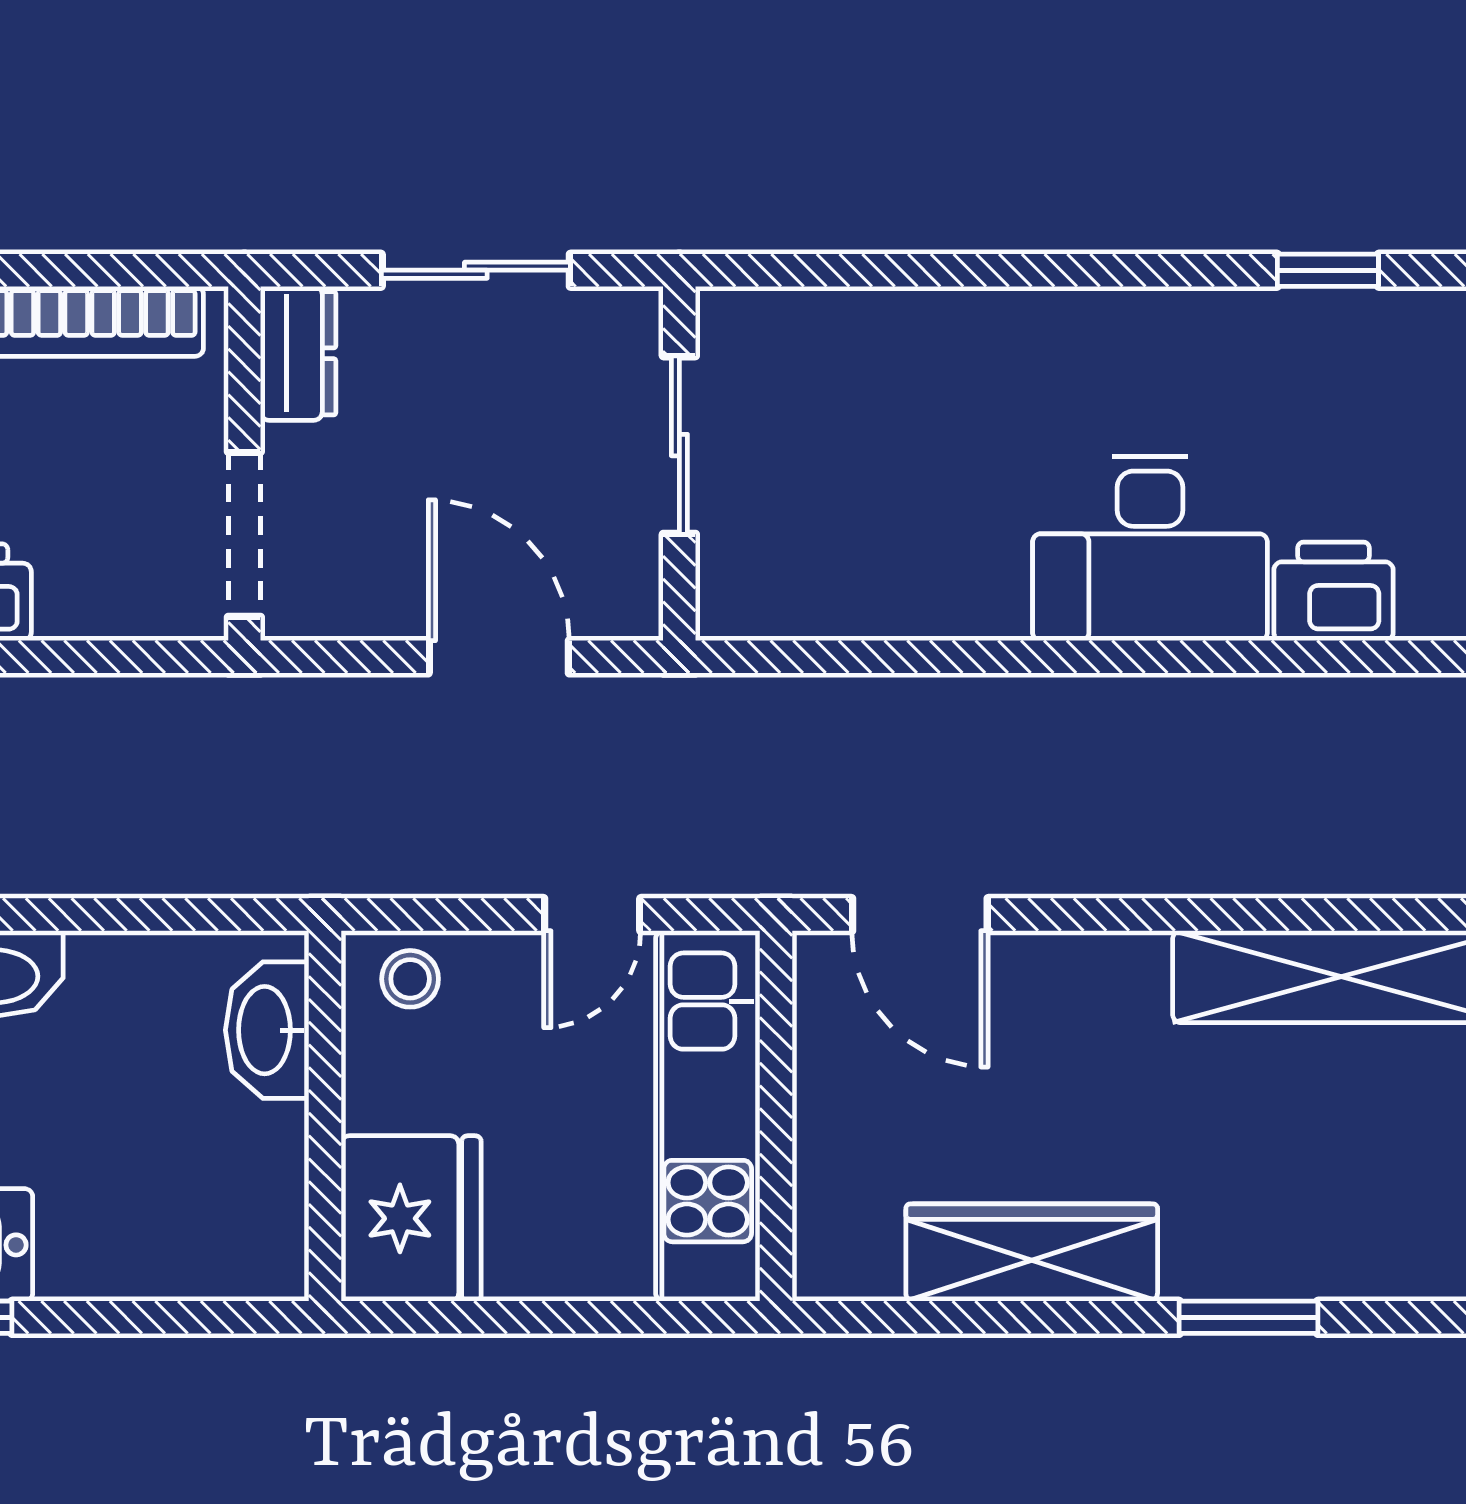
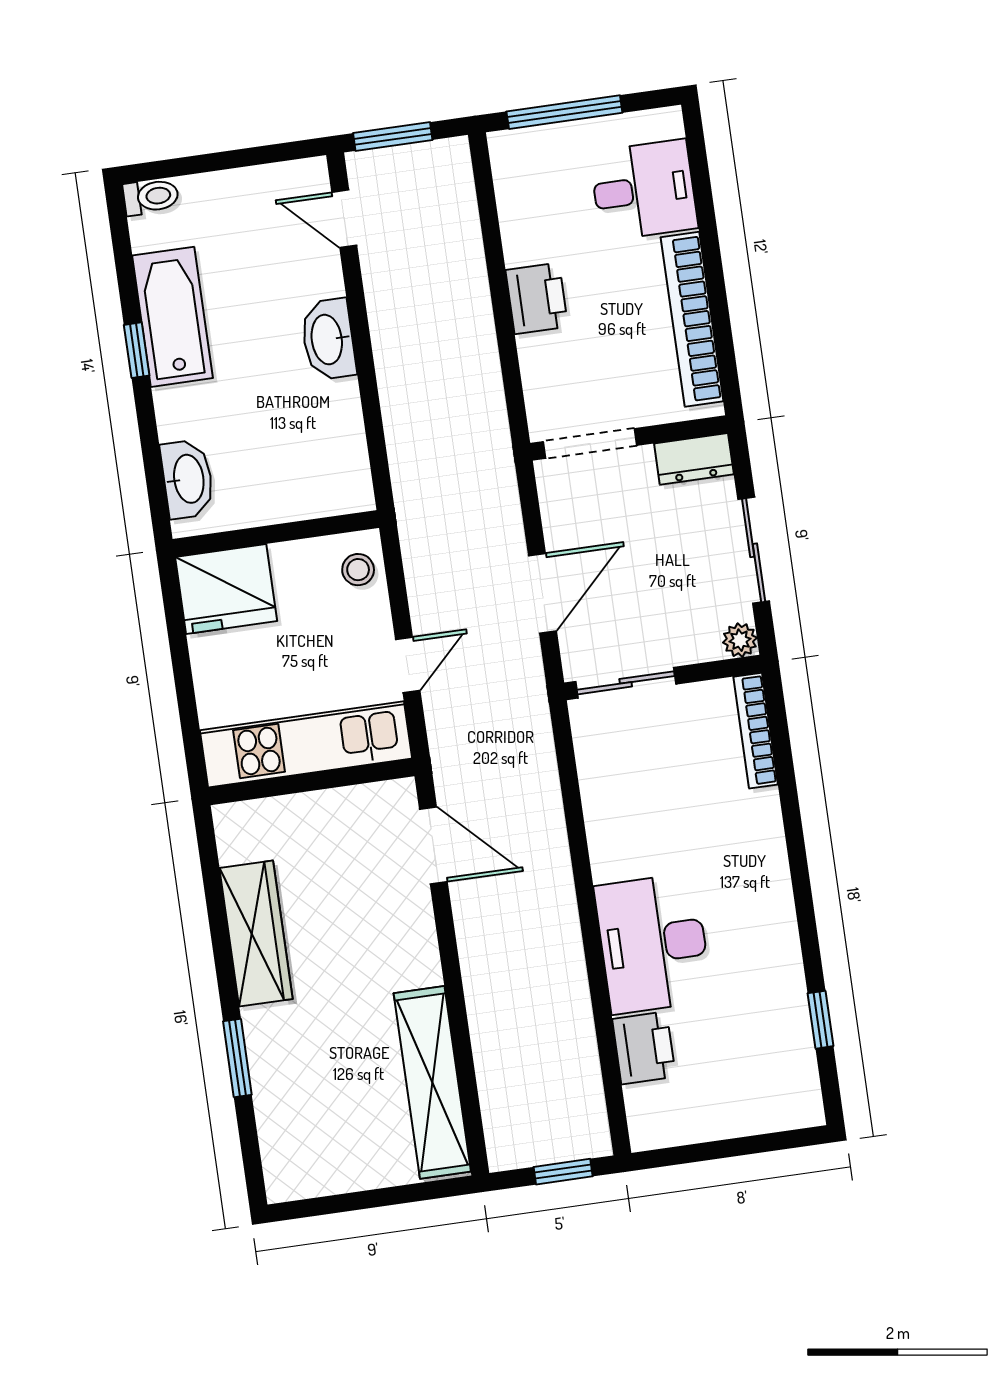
bookcase: (797, 312) -> (756, 731), added
plant: (632, 317) -> (740, 640), added
sliding door: (679, 445) -> (626, 683), moved
door: (592, 915) -> (408, 665), swing flipped
door: (920, 915) -> (433, 845), swing flipped
washbasin: (267, 1030) -> (187, 479), moved, turned 90

